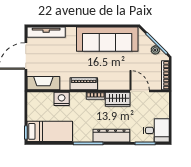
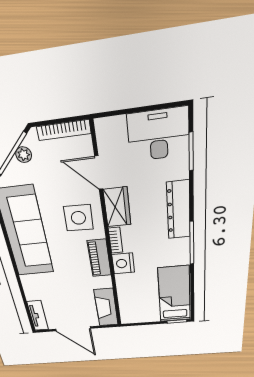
tv unit: (46, 32) -> (38, 316), width x0.71
side table: (113, 75) -> (78, 218), added
door: (140, 91) -> (99, 173), hinge flipped
nightstand: (62, 99) -> (123, 263), moved
desk: (156, 130) -> (158, 135), width x1.37

